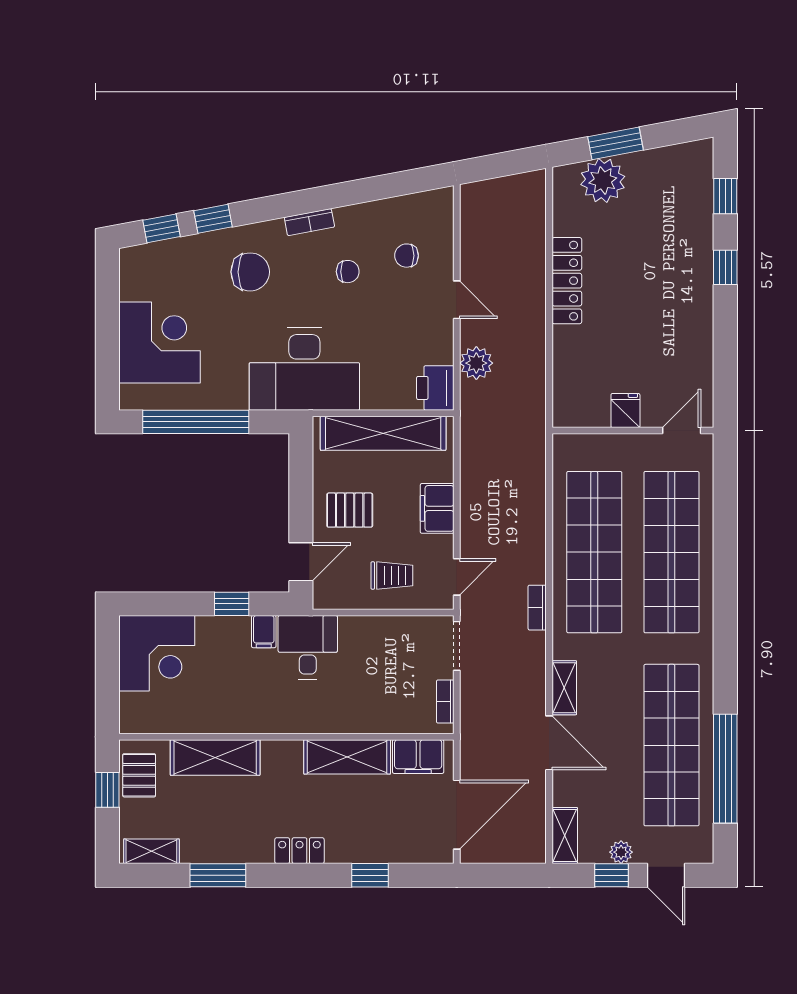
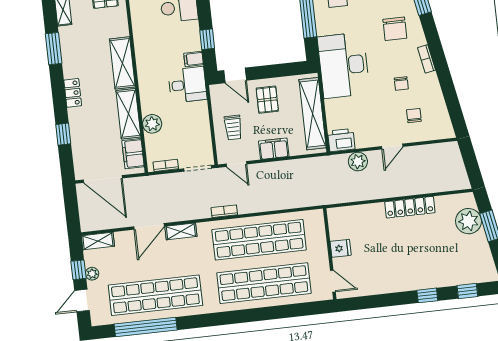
plant: (370, 717) -> (152, 124), added
shelving: (215, 758) -> (122, 63), moved

